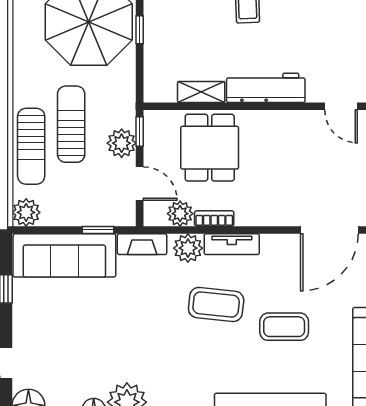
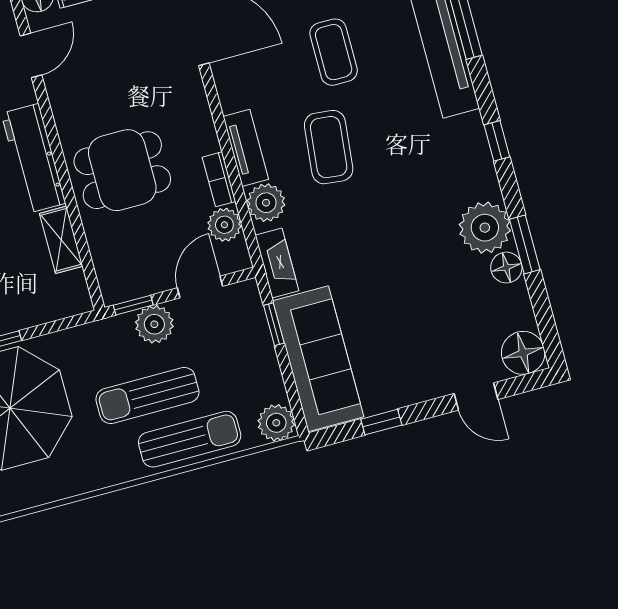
dining table: (210, 148) -> (122, 170), moved

